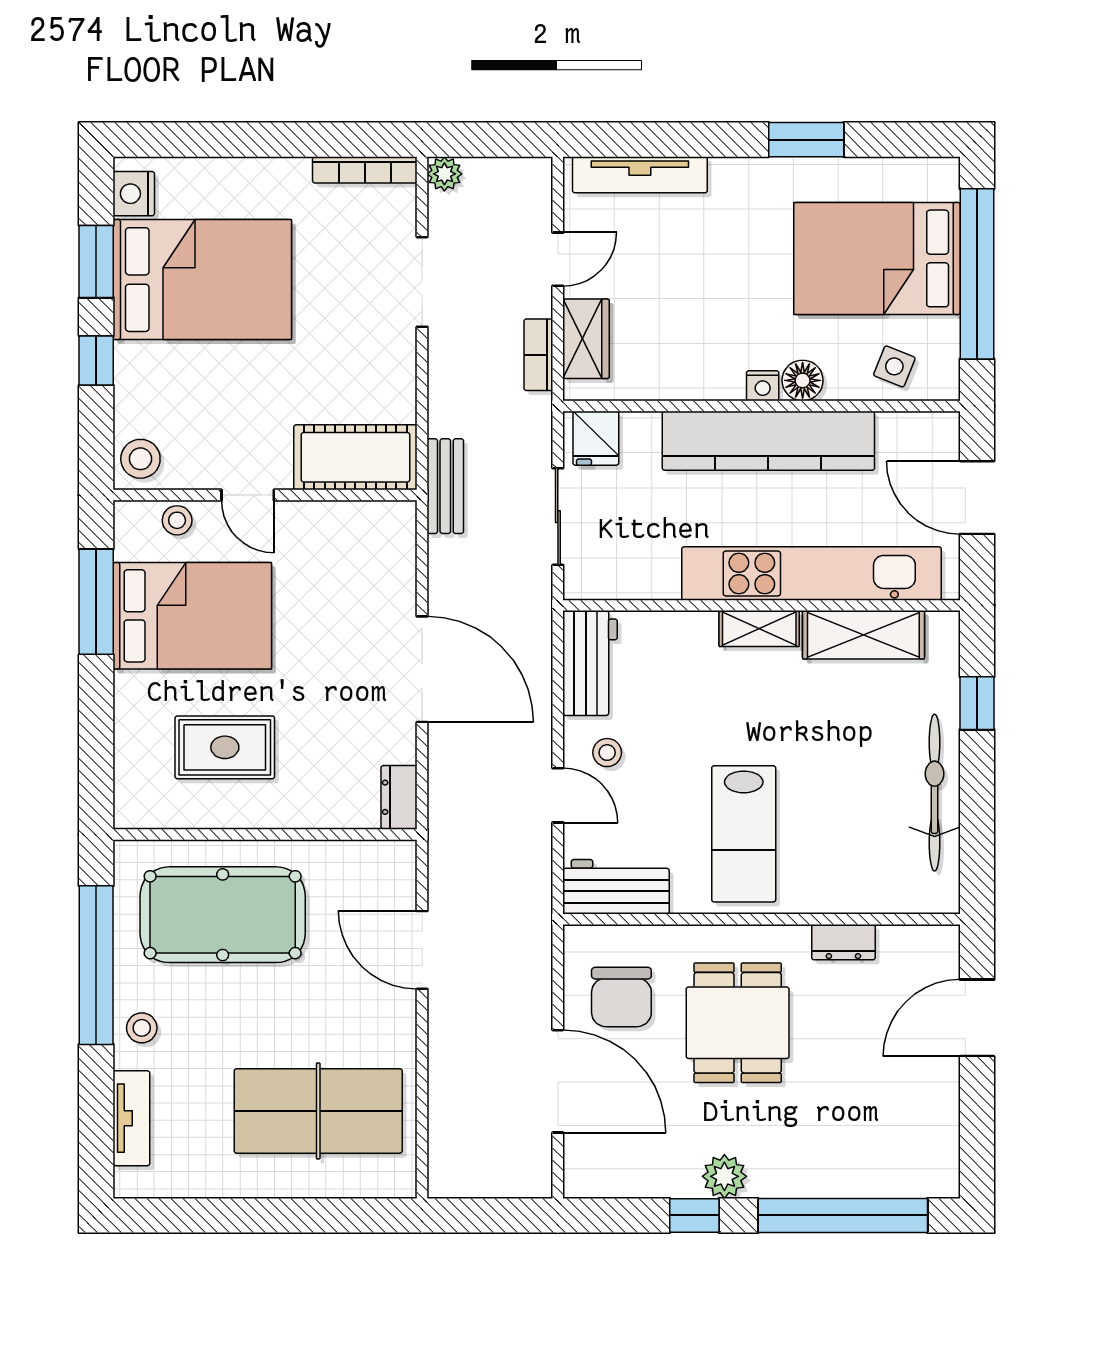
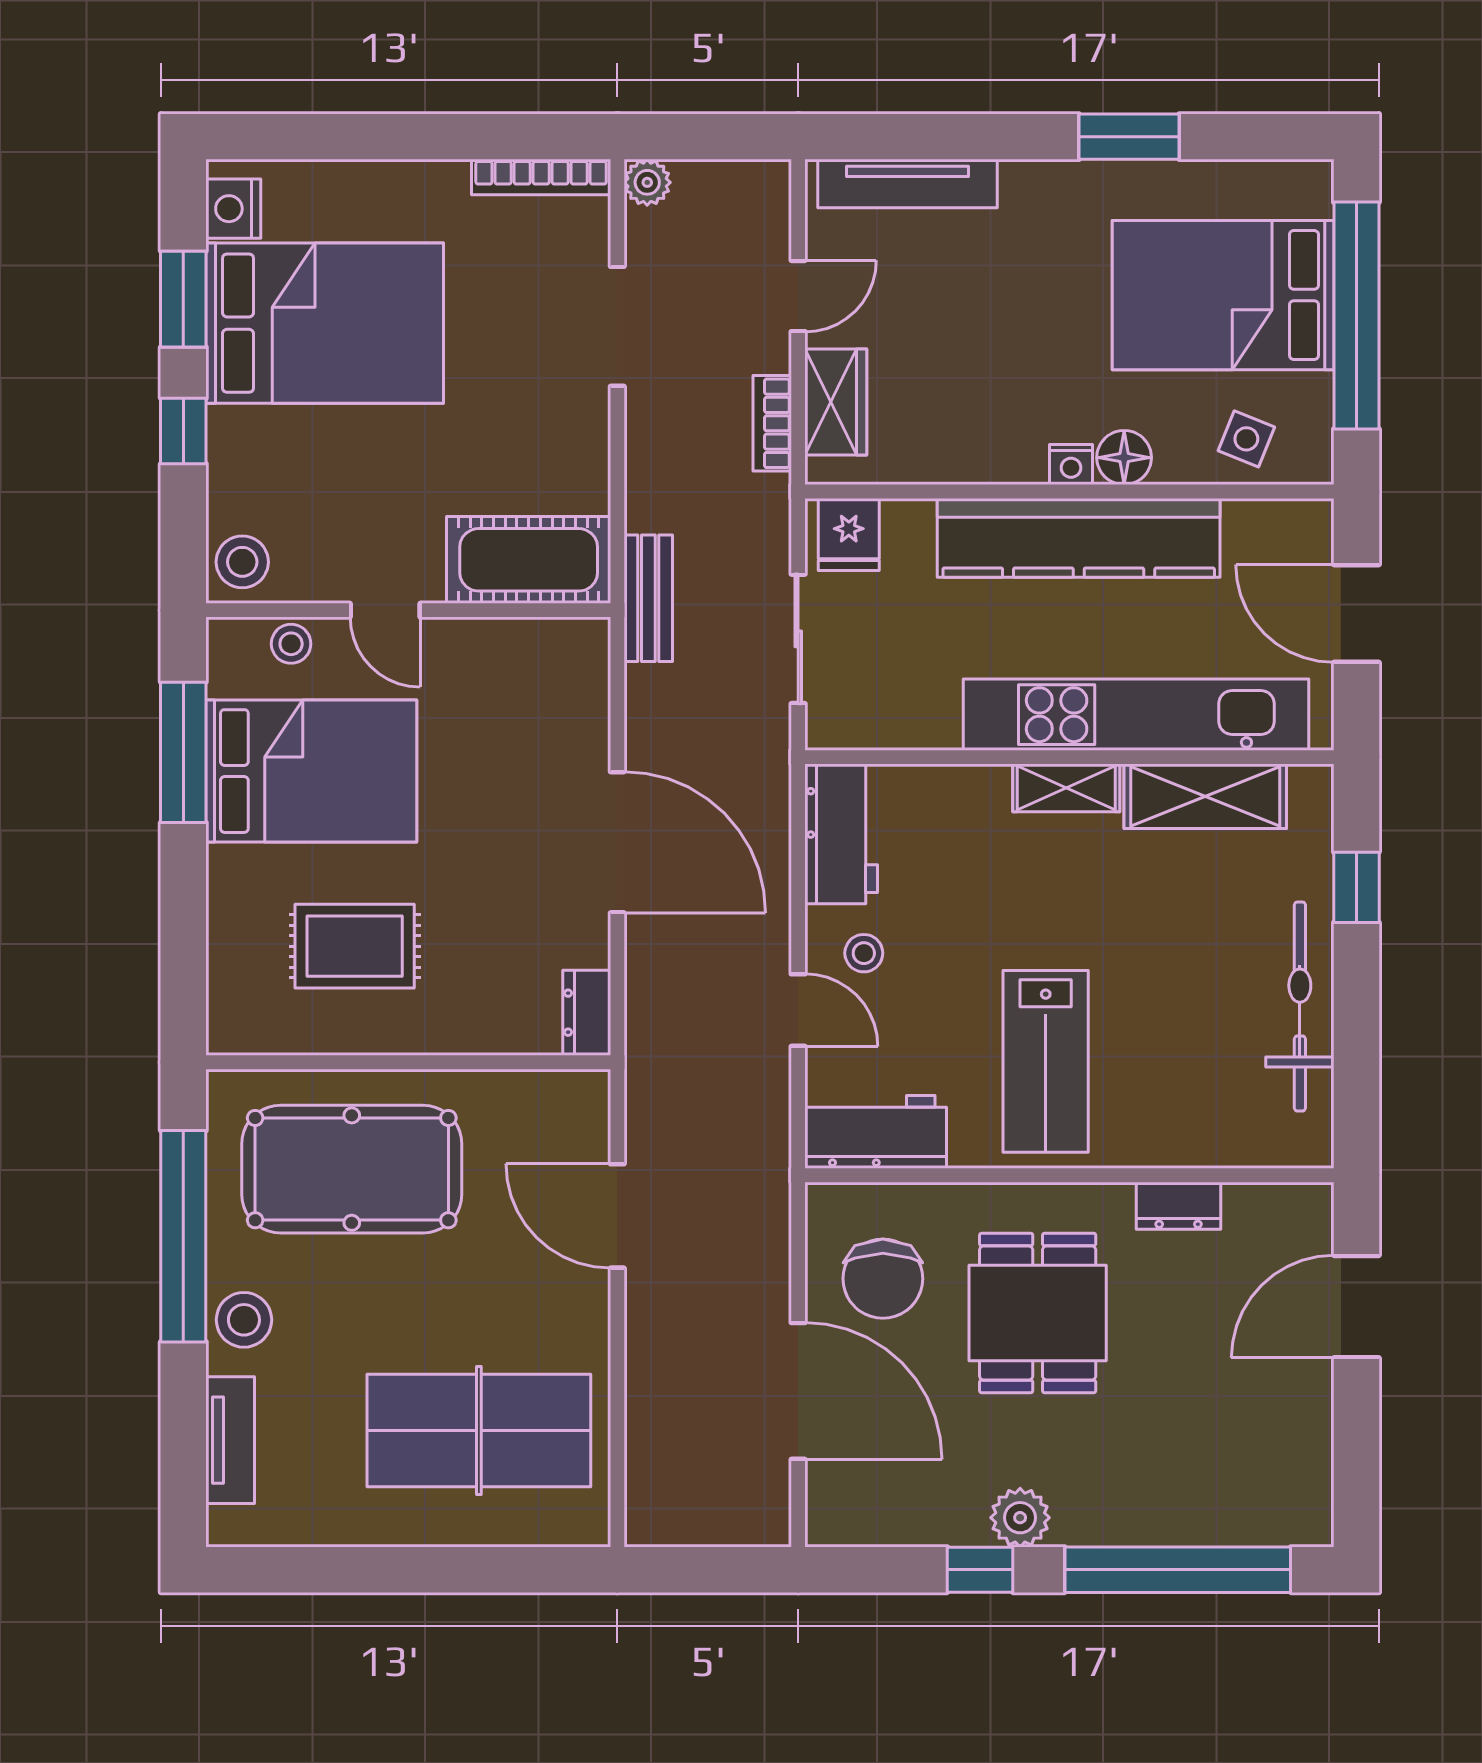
stool: (142, 1028) -> (244, 1320), width x1.37, depth x1.37

